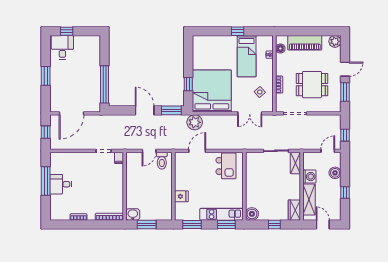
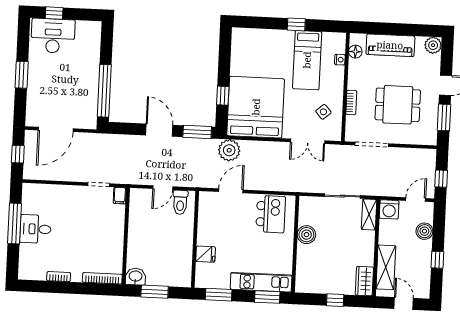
desk: (62, 47) -> (53, 36), width x1.37
washing machine: (309, 177) -> (389, 209), moved, turned 90
boiler: (252, 214) -> (306, 235), moved

